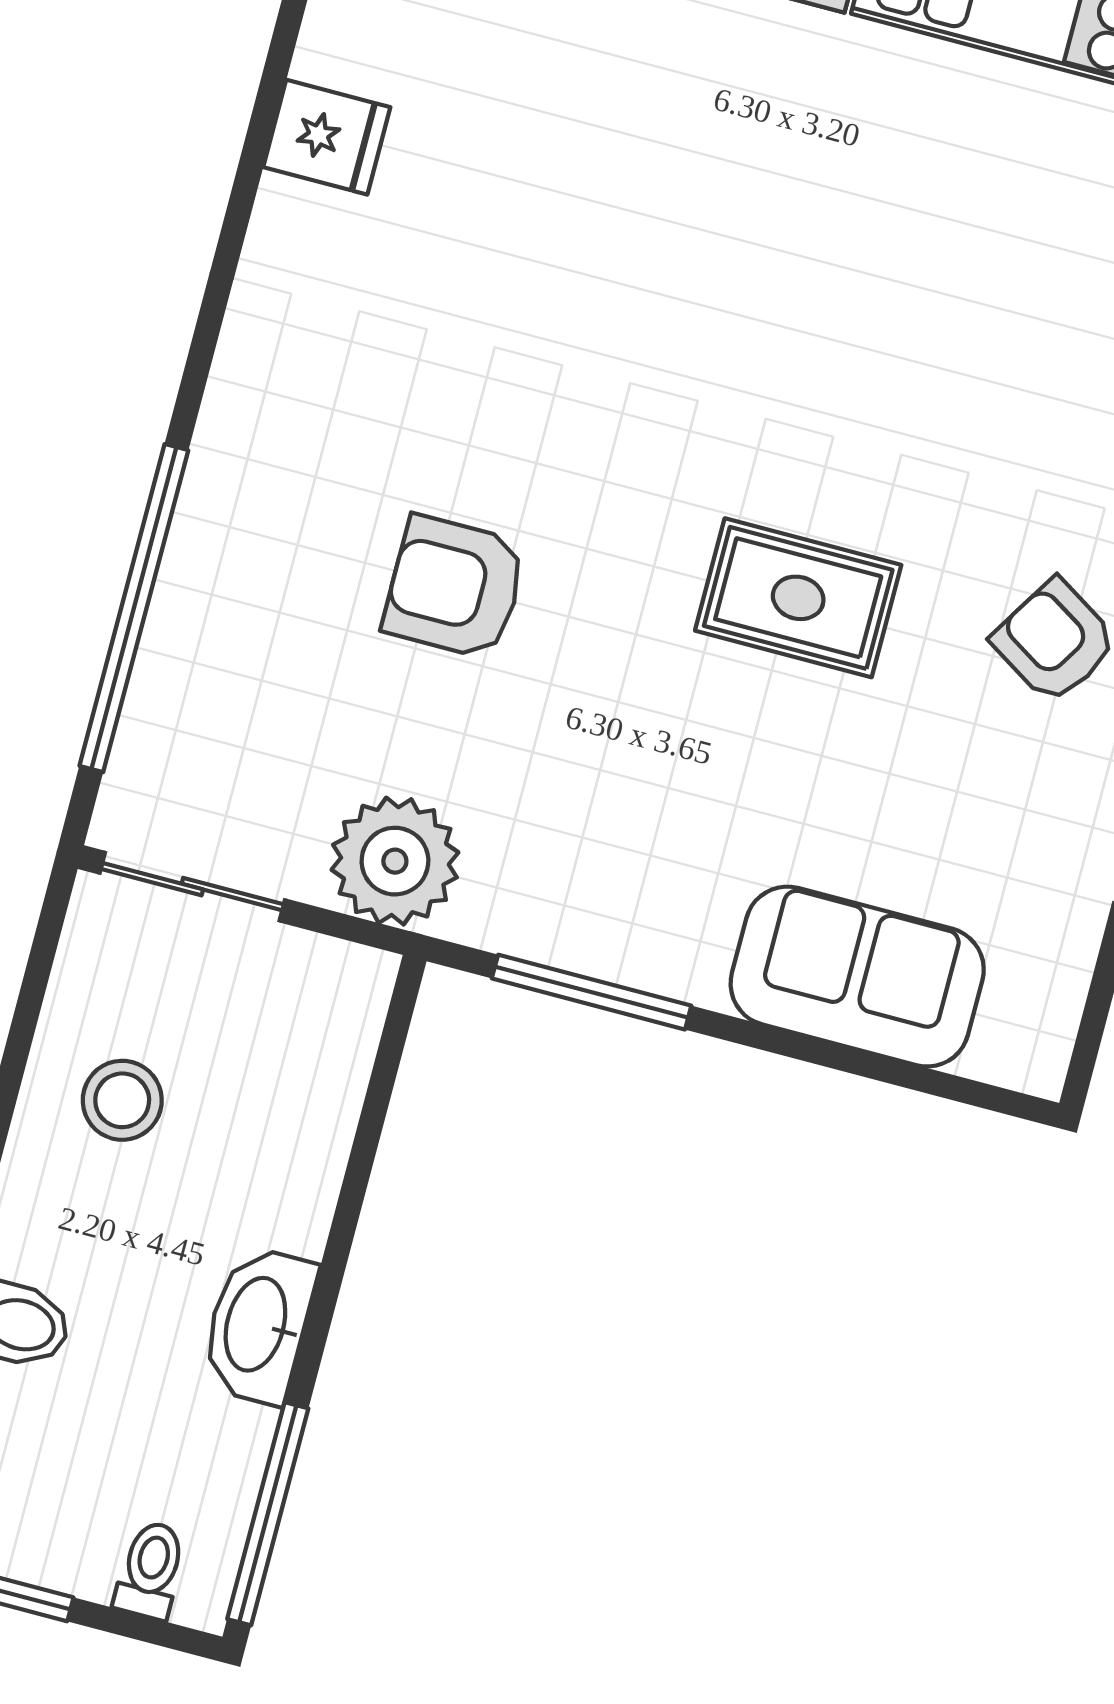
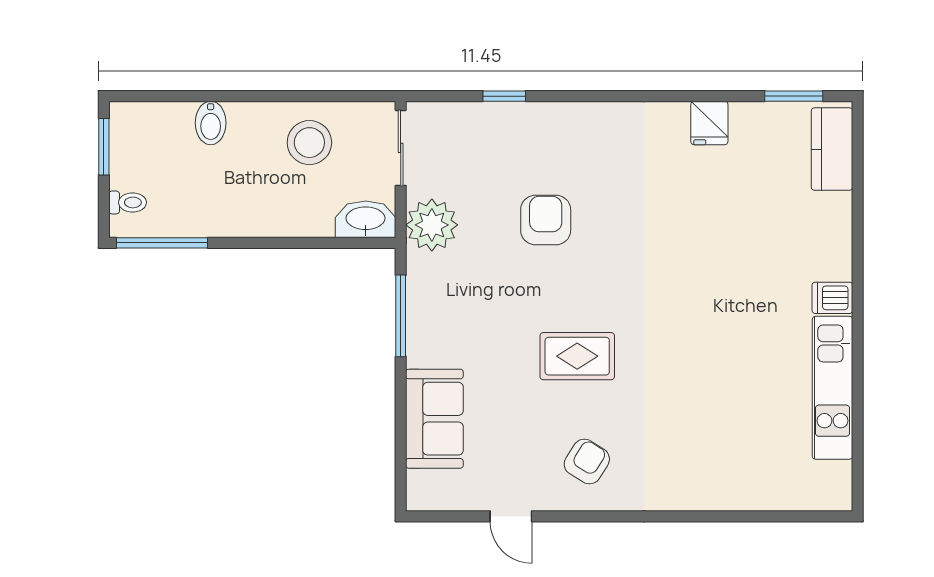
rug: (798, 598) -> (577, 356), turned 90
window: (134, 608) -> (504, 96), width x0.32
stool: (122, 1100) -> (309, 143), width x1.38, depth x1.38
washbasin: (258, 1325) -> (366, 219), moved

